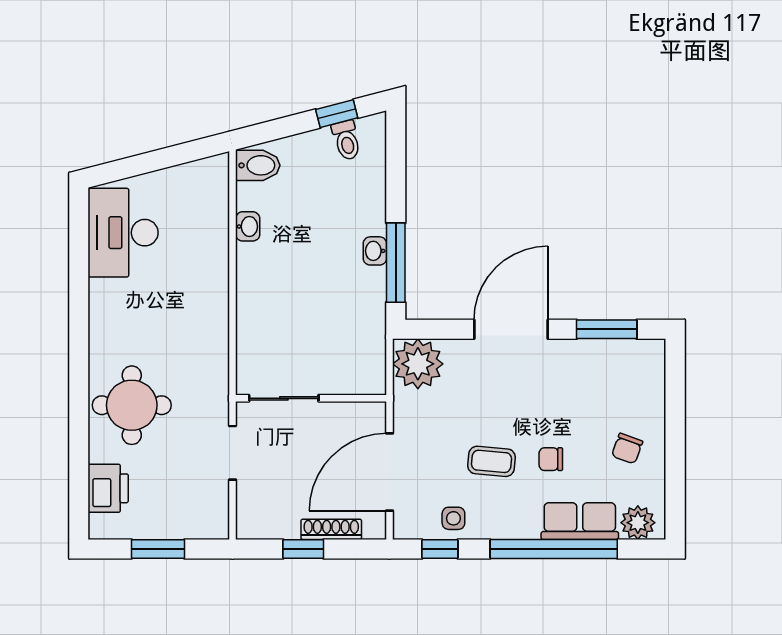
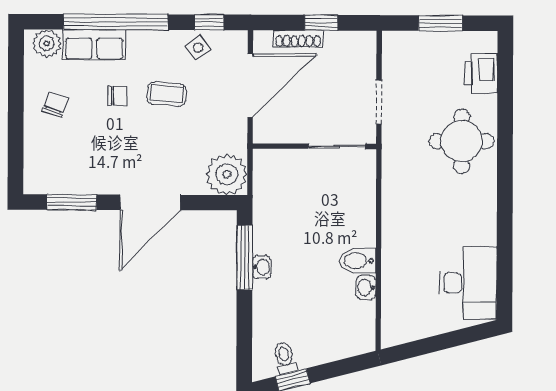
bidet: (258, 165) -> (358, 261), moved
side table: (453, 518) -> (198, 47), turned -37

